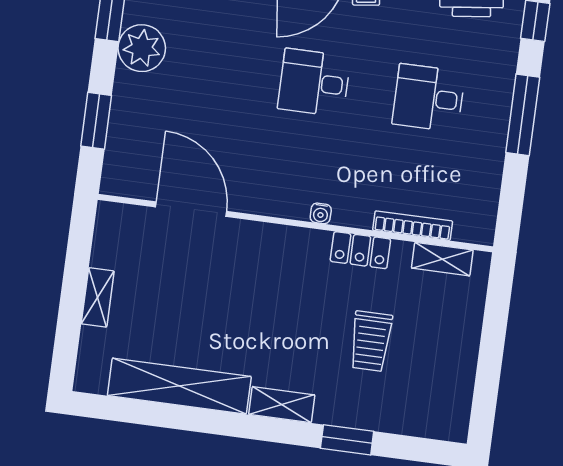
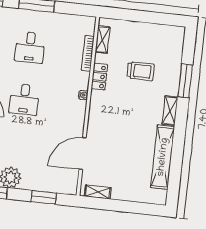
shelving: (98, 297) -> (98, 192), moved
window: (347, 440) -> (185, 81), width x1.44

